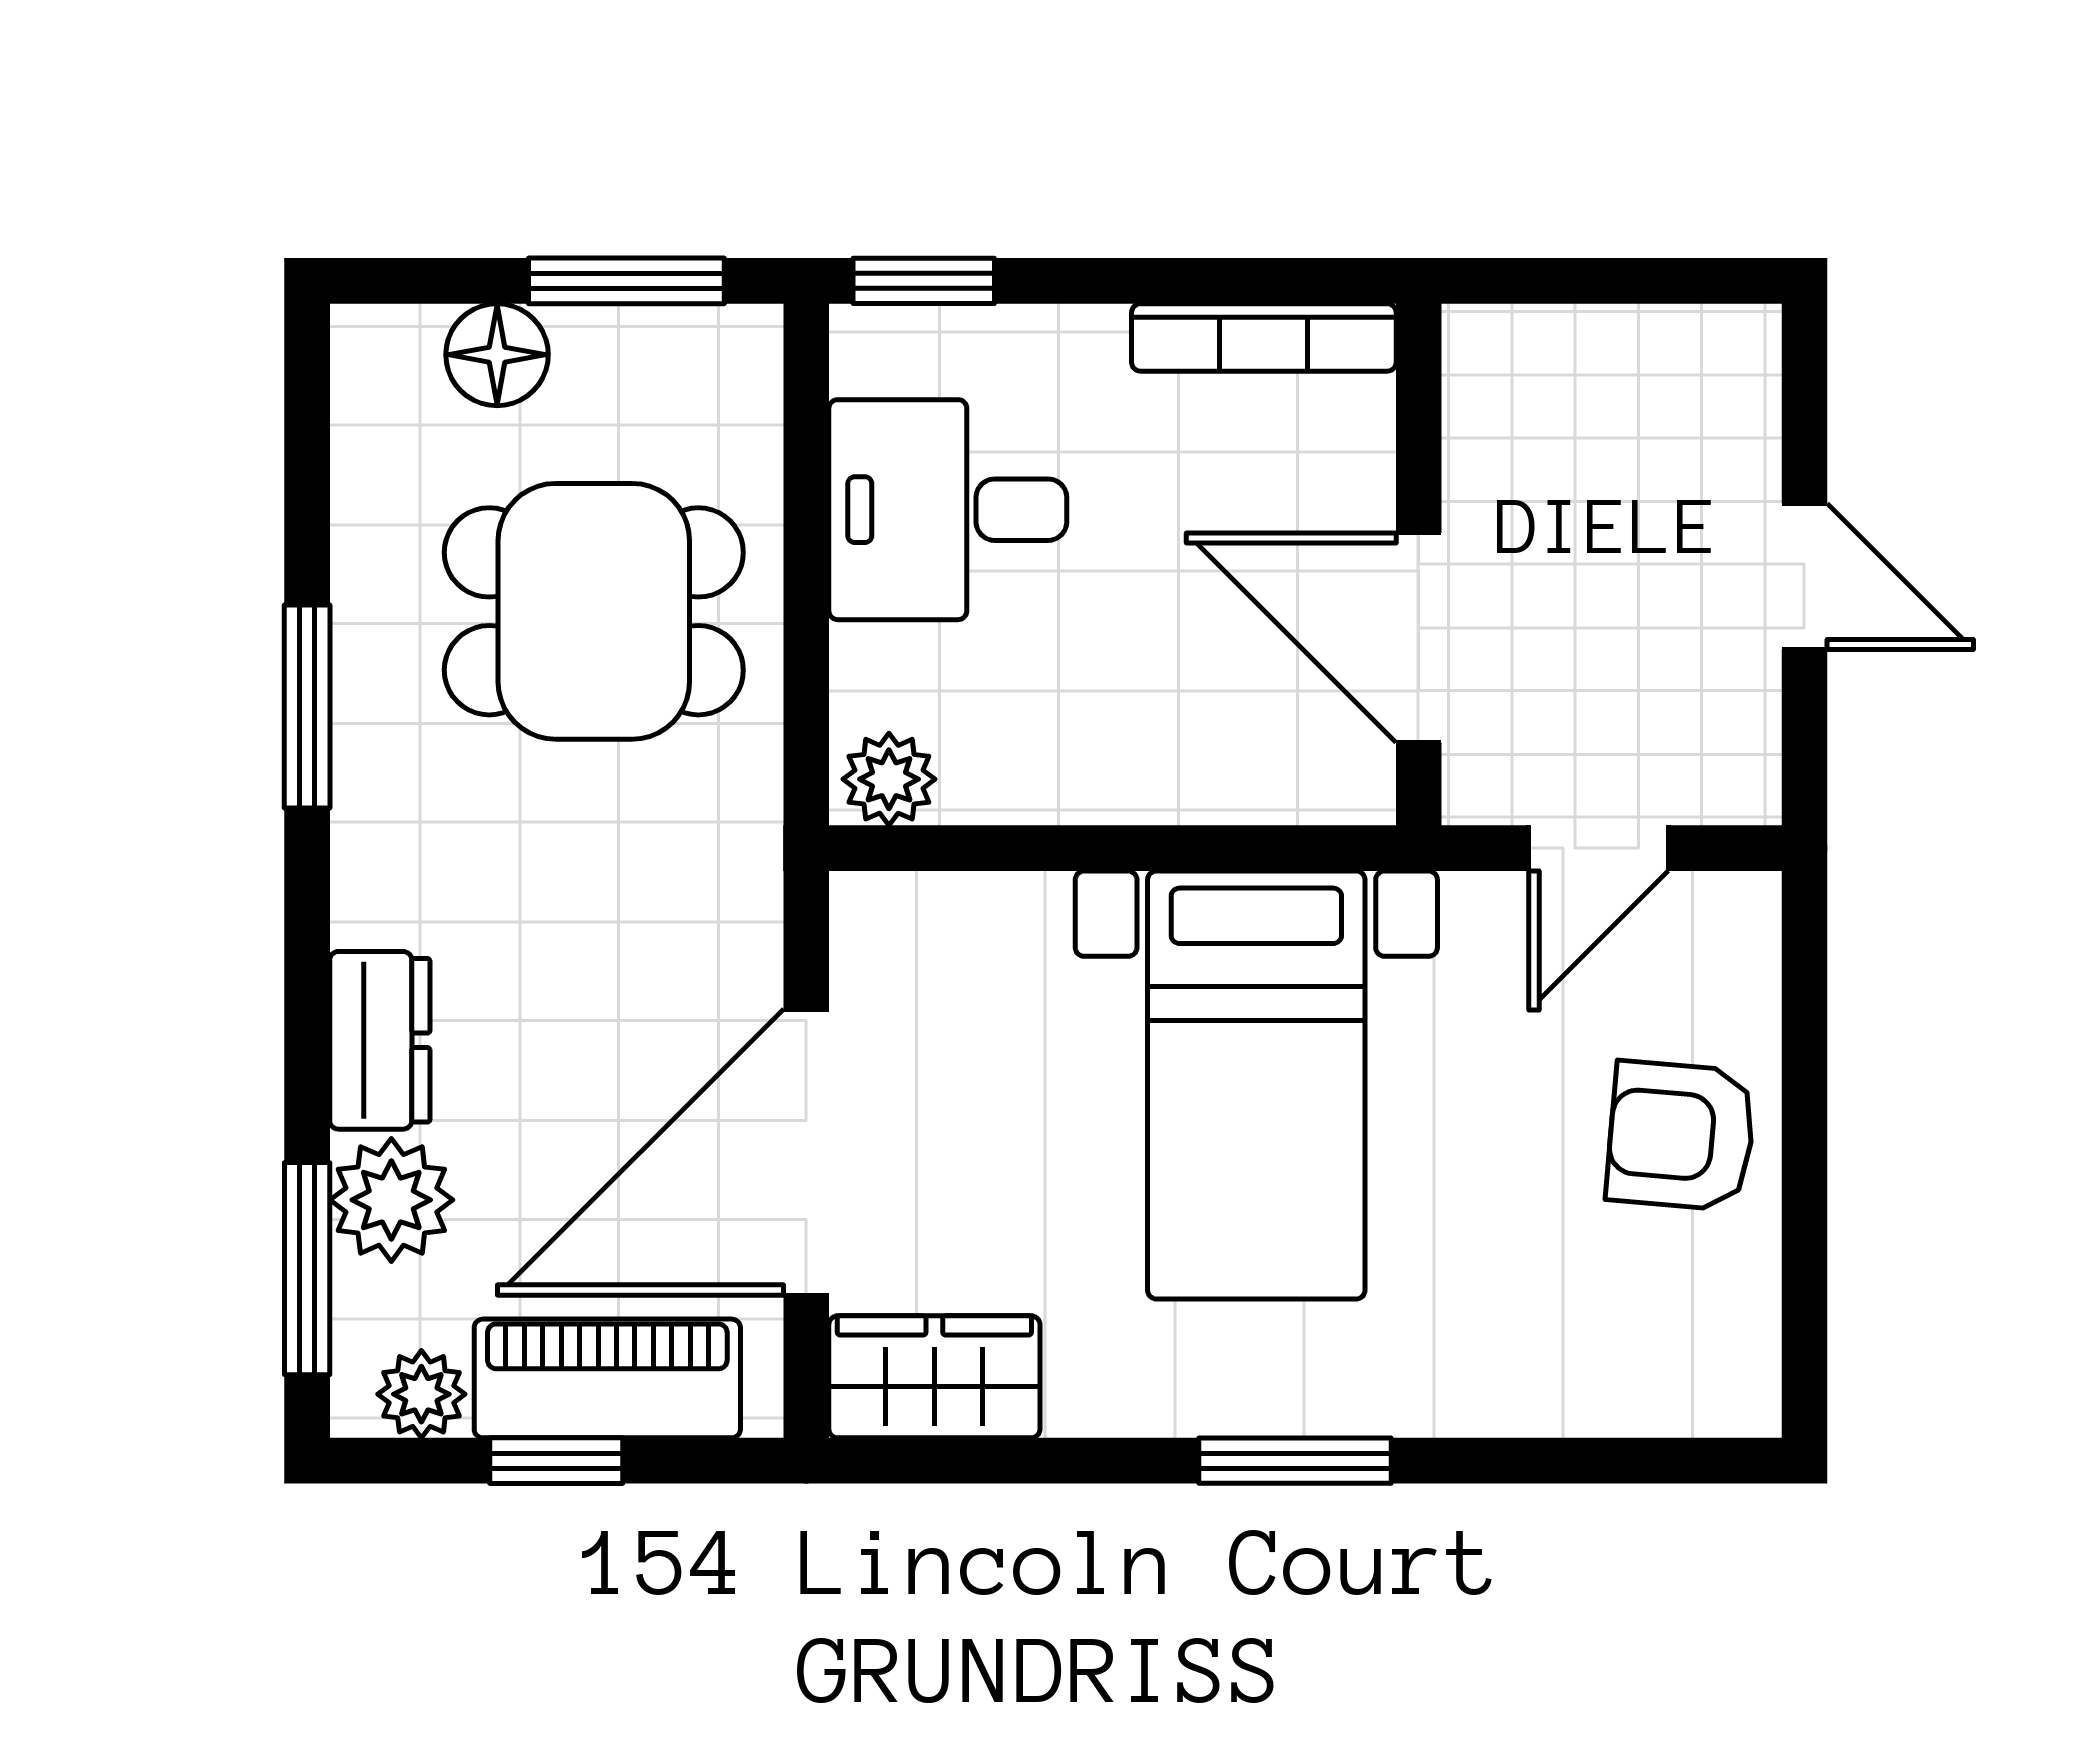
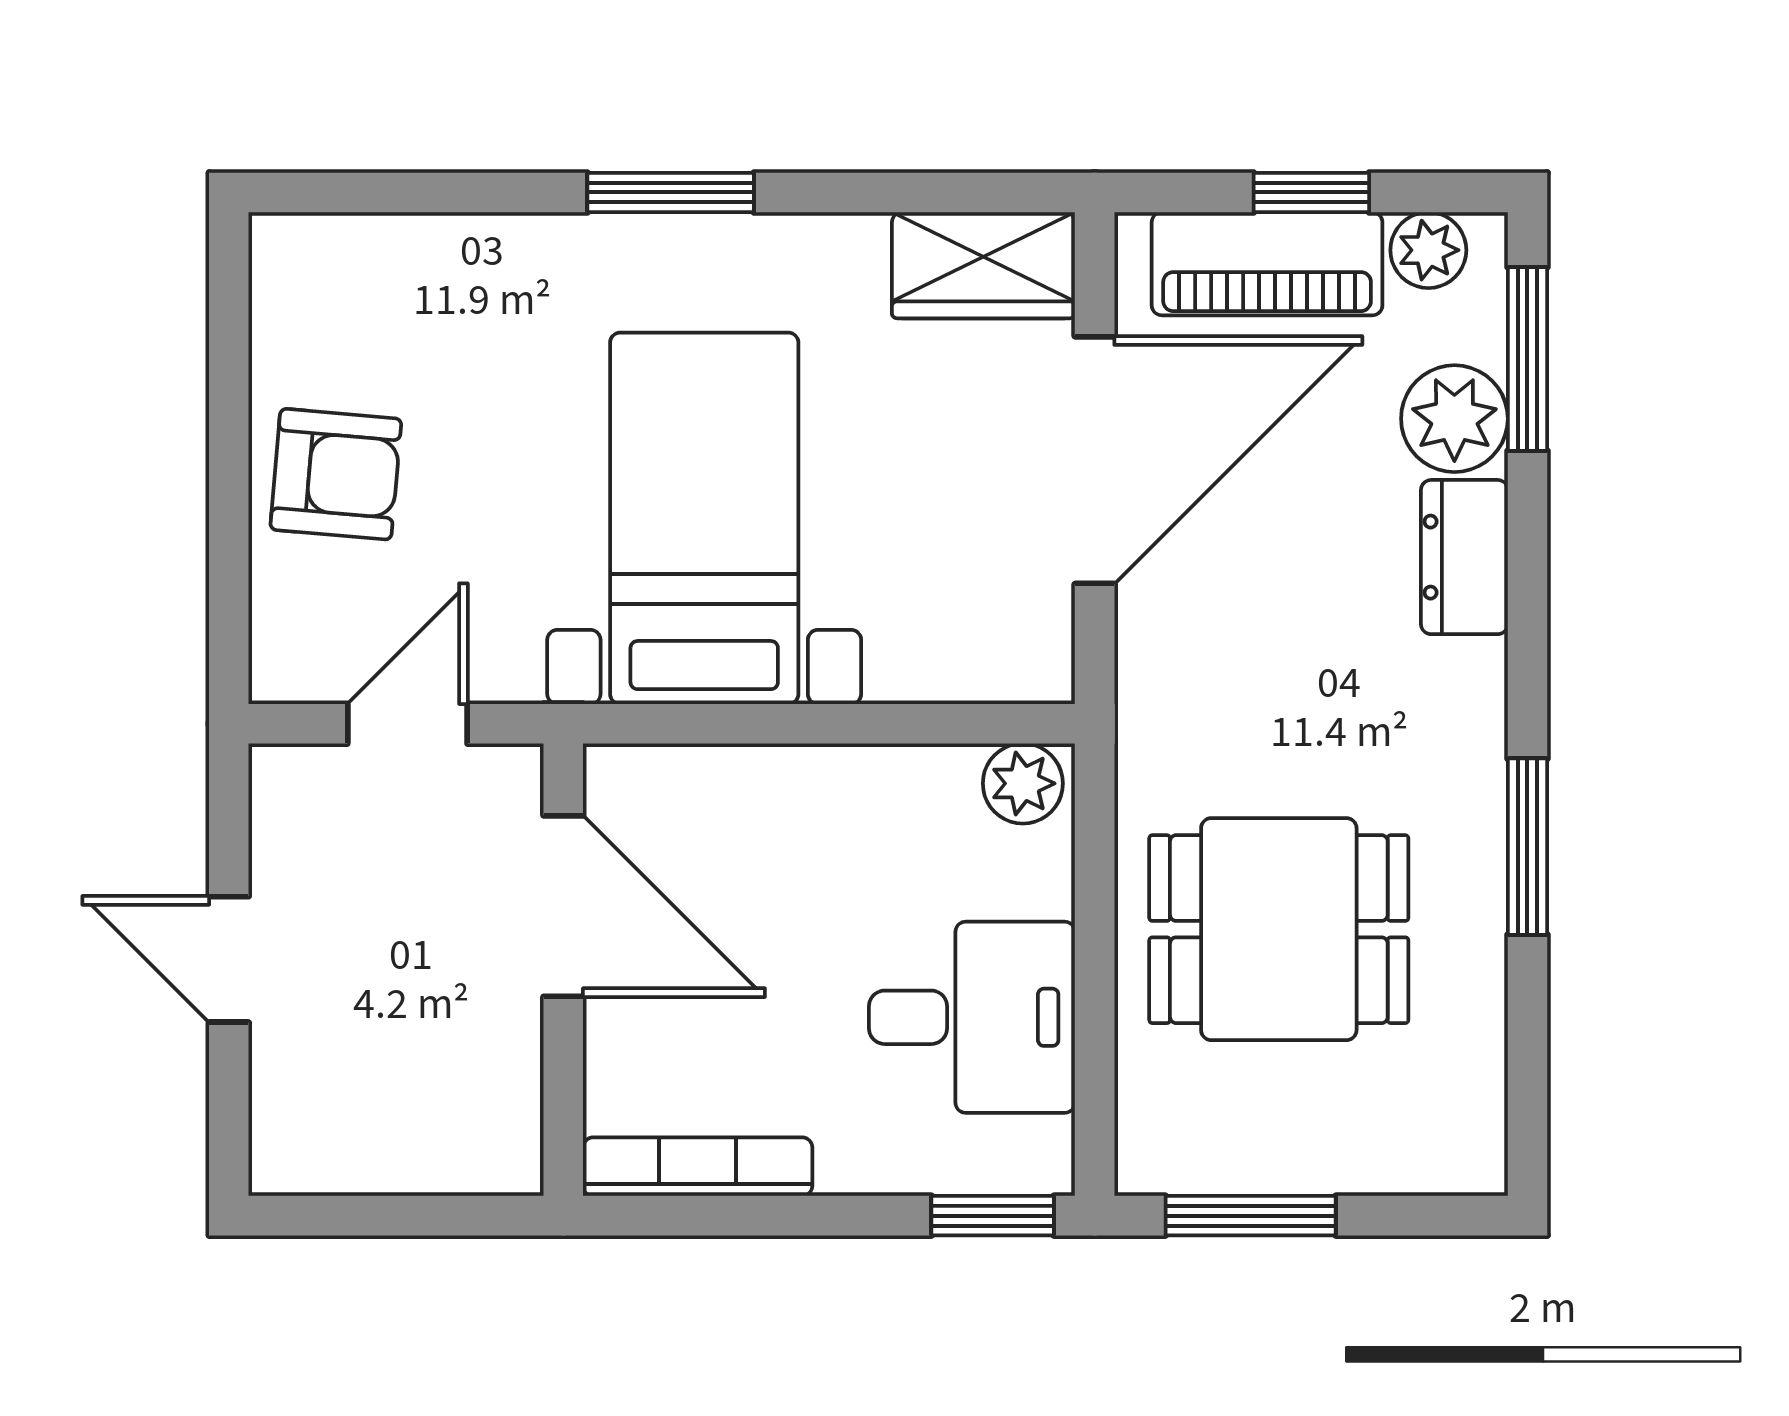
floor lamp: (497, 355) -> (1363, 1152), removed

